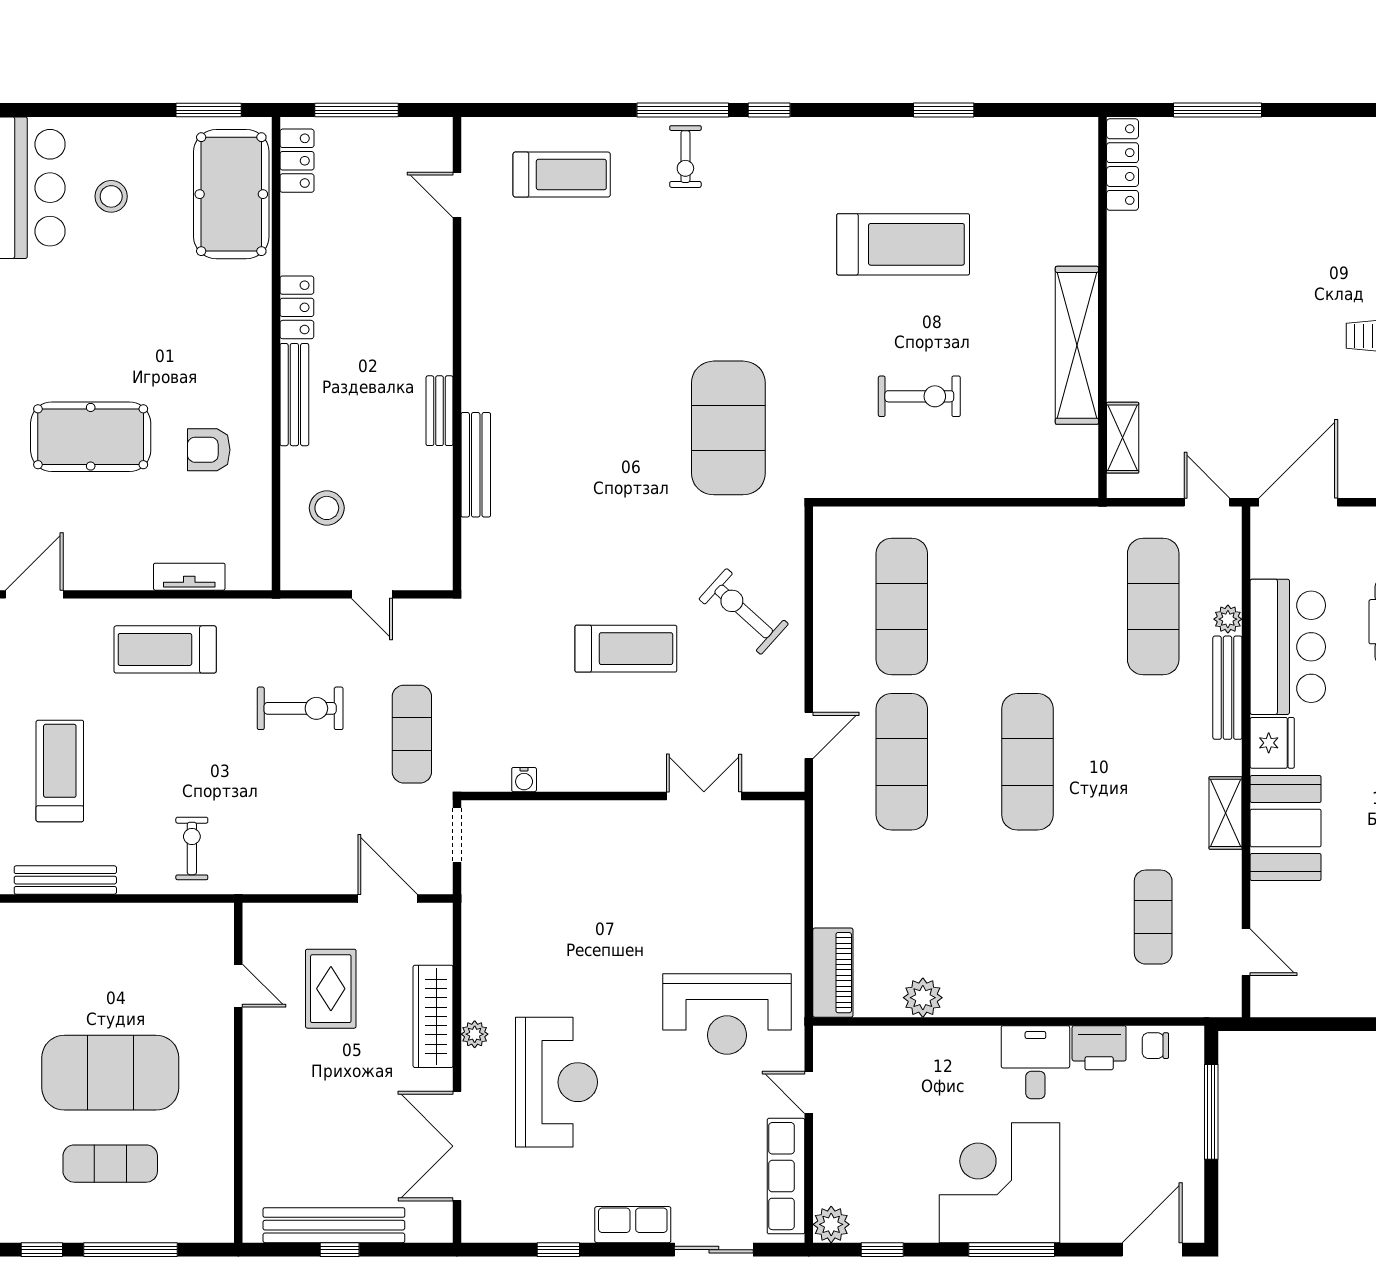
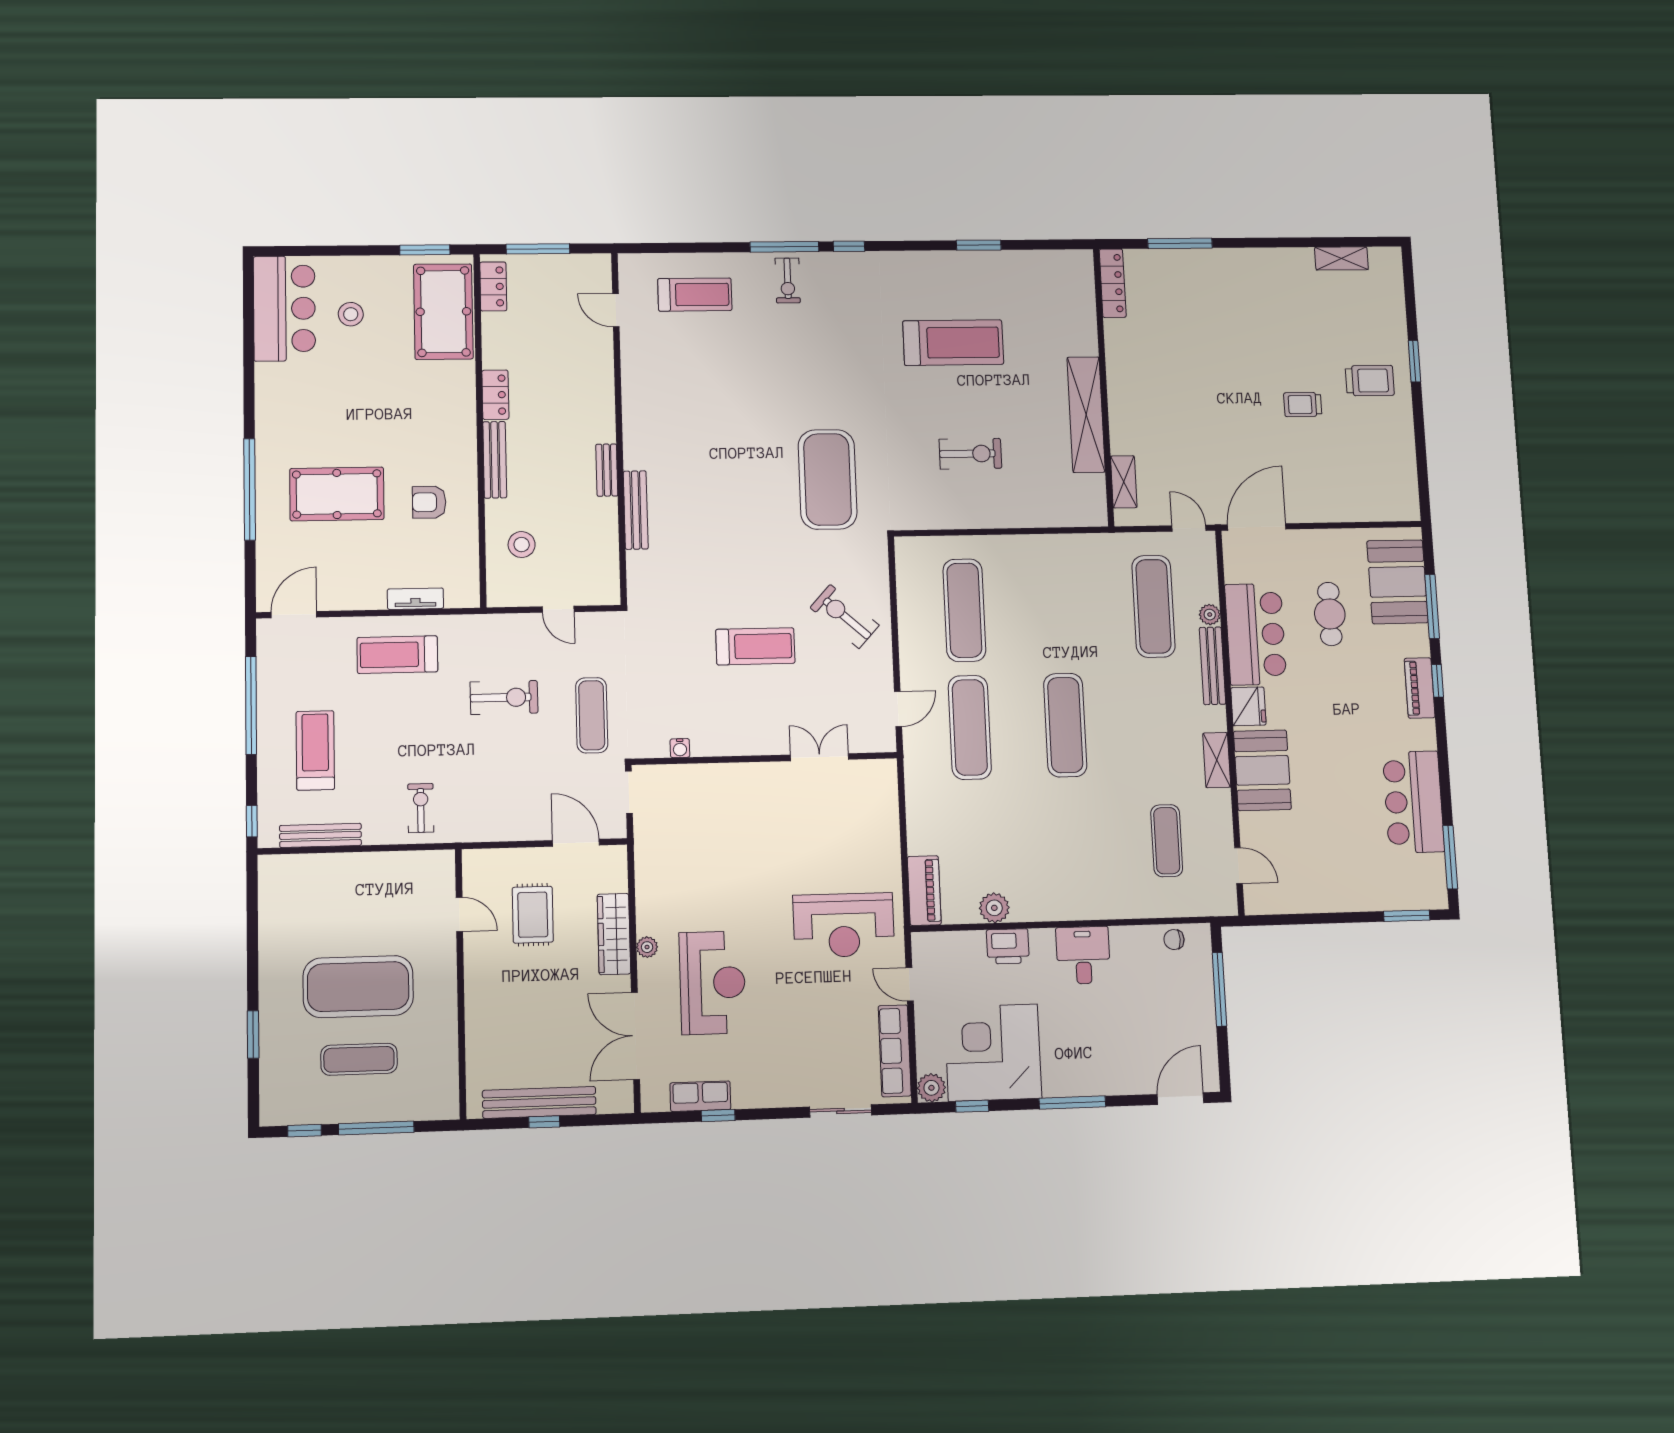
printer: (1099, 1048) -> (1008, 946), moved
corner desk: (1000, 1183) -> (993, 1053), moved
row of seats: (633, 1225) -> (700, 1096), moved

